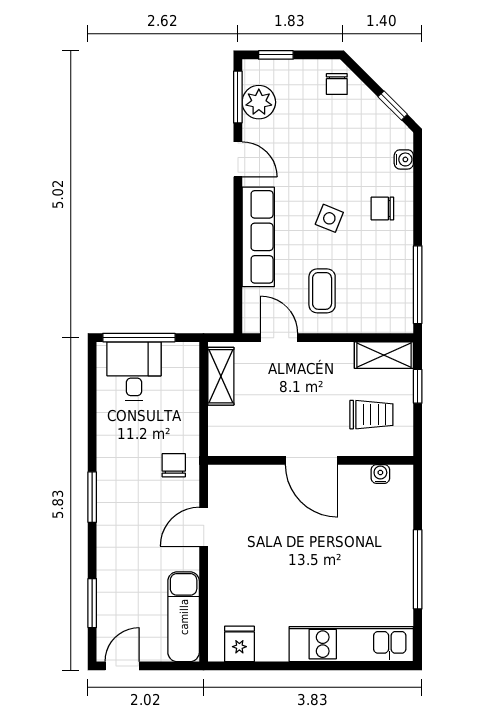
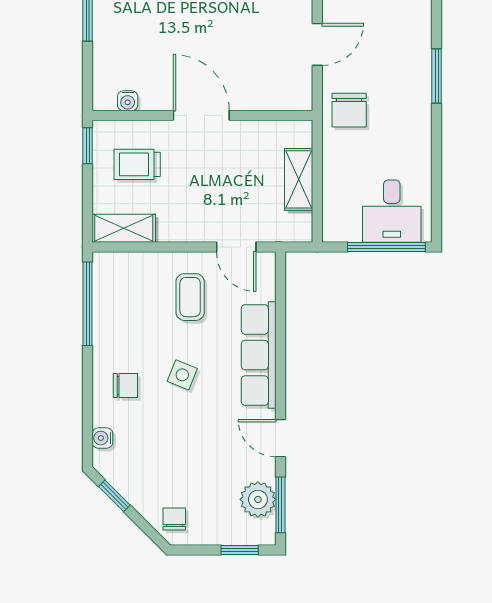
shelving: (221, 376) -> (299, 179), moved
window: (418, 386) -> (88, 146), moved
chair: (174, 465) -> (349, 110), width x1.37, depth x1.37

